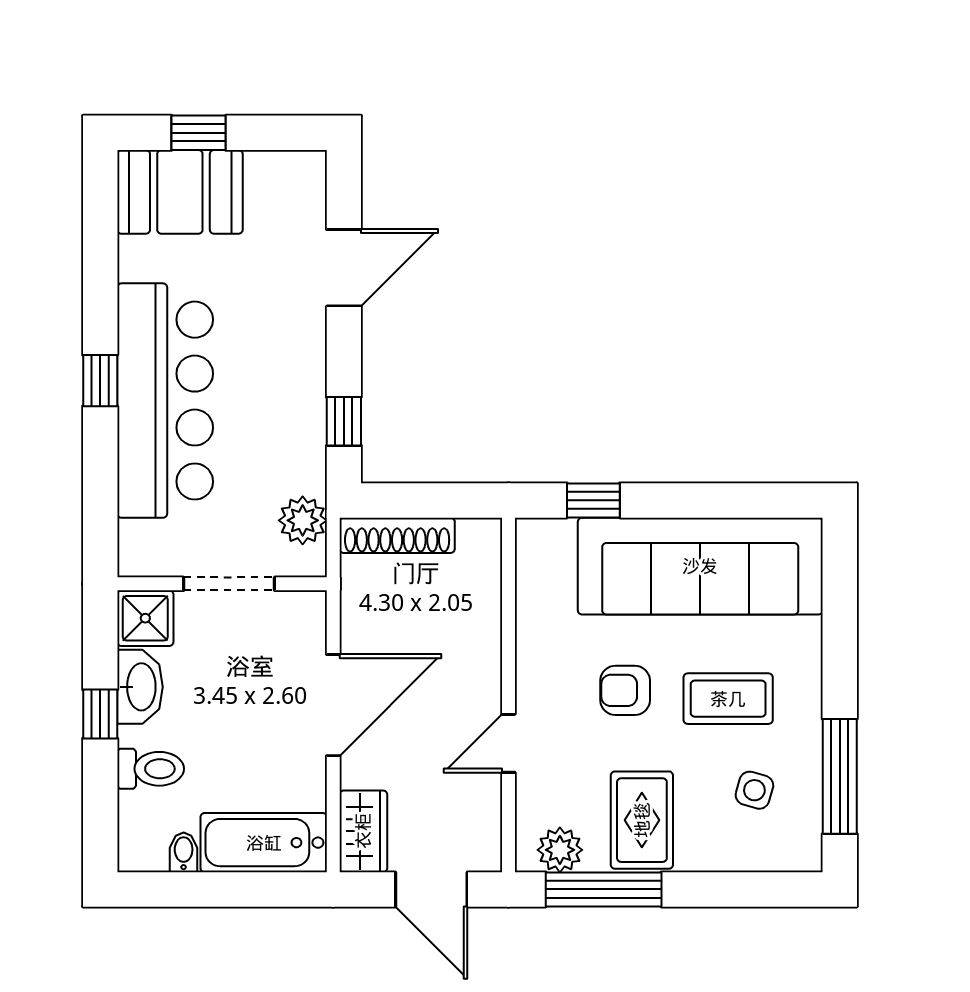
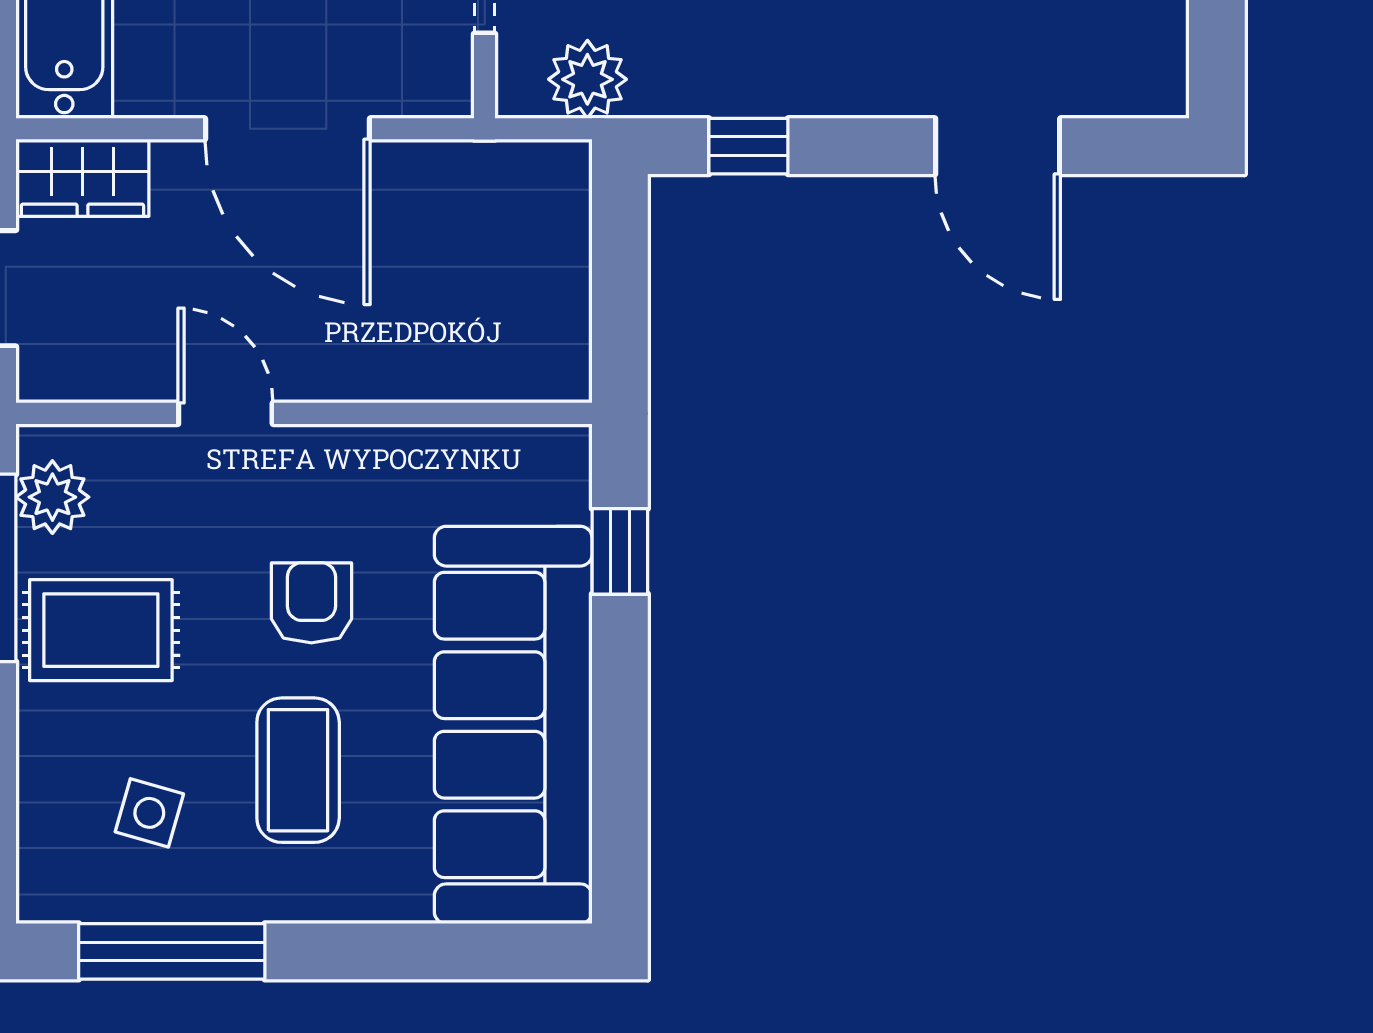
shoe rack: (397, 535) -> (563, 233), removed

